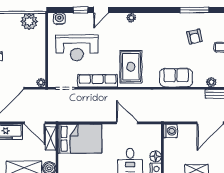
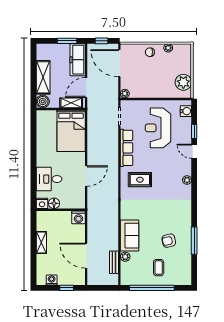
rug: (131, 67) -> (140, 180), width x0.73, depth x0.70
sofa: (176, 78) -> (130, 236), moved

